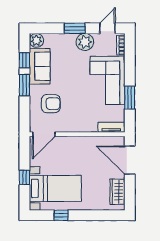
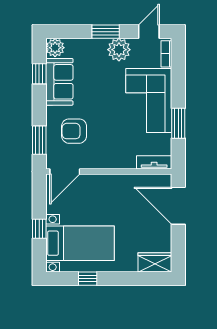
window: (24, 85) -> (39, 140), moved
armchair: (51, 104) -> (74, 131), turned 180
wardrobe: (117, 192) -> (155, 262), moved, turned 90

